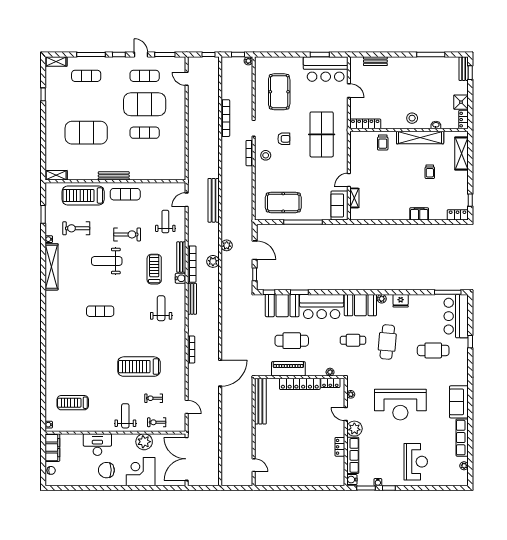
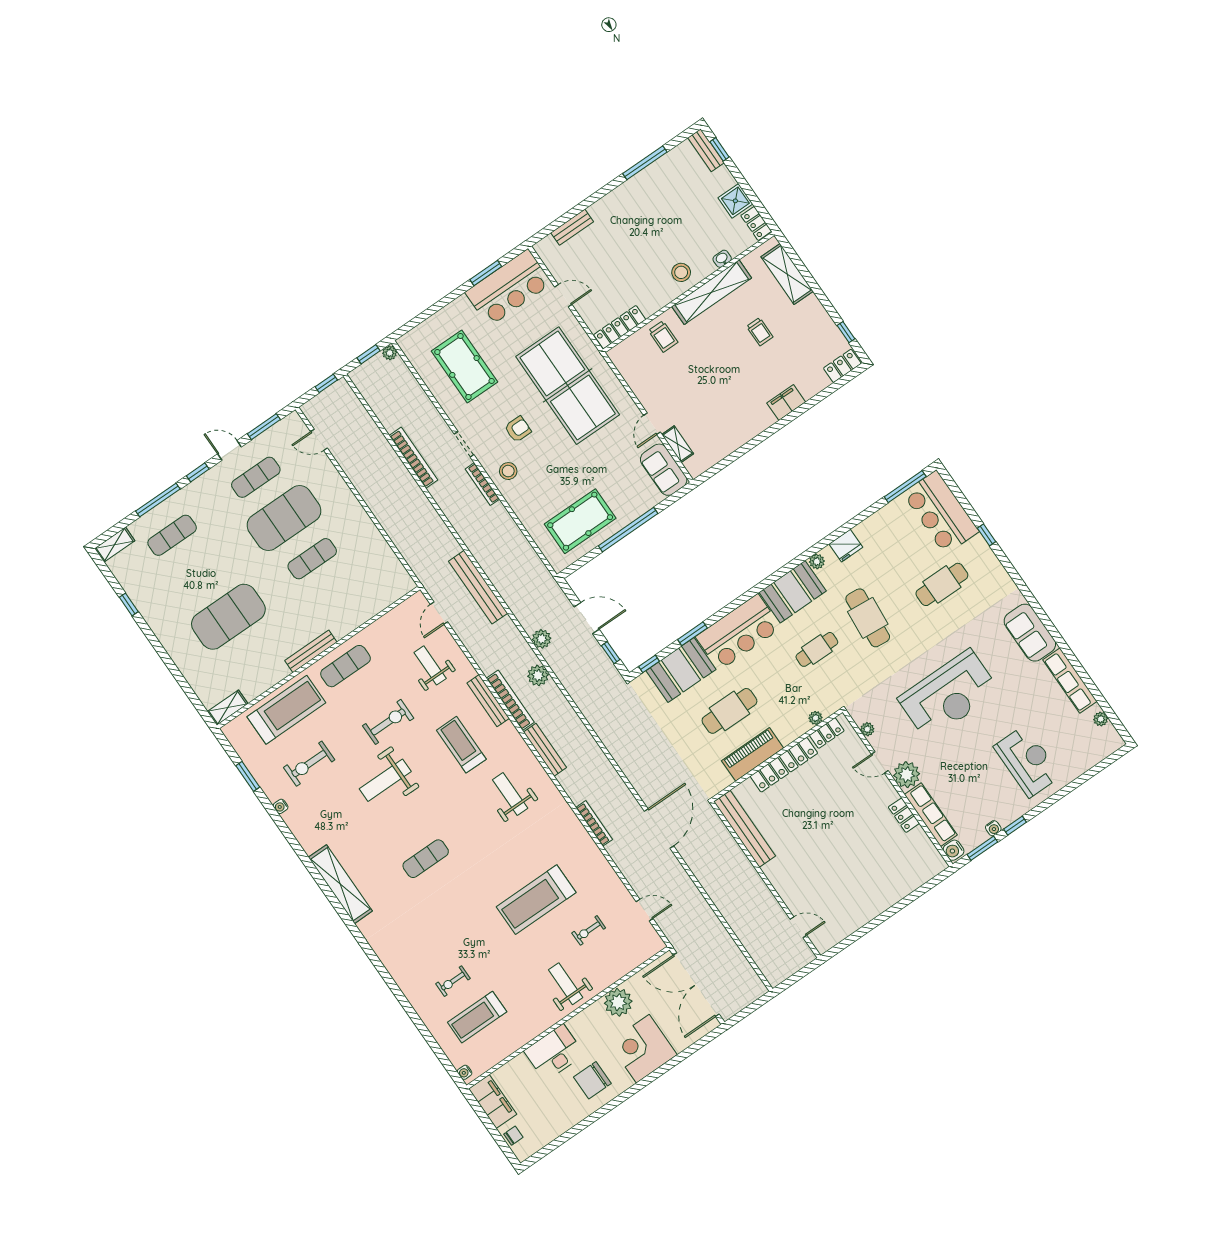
table tennis table: (322, 134) -> (568, 386), width x1.36, depth x1.32
treadmill: (83, 195) -> (286, 710), turned 180
shelving: (52, 267) -> (340, 884), moved
water cooler: (180, 278) -> (508, 732), removed
exercise bike: (157, 422) -> (453, 981), moved

